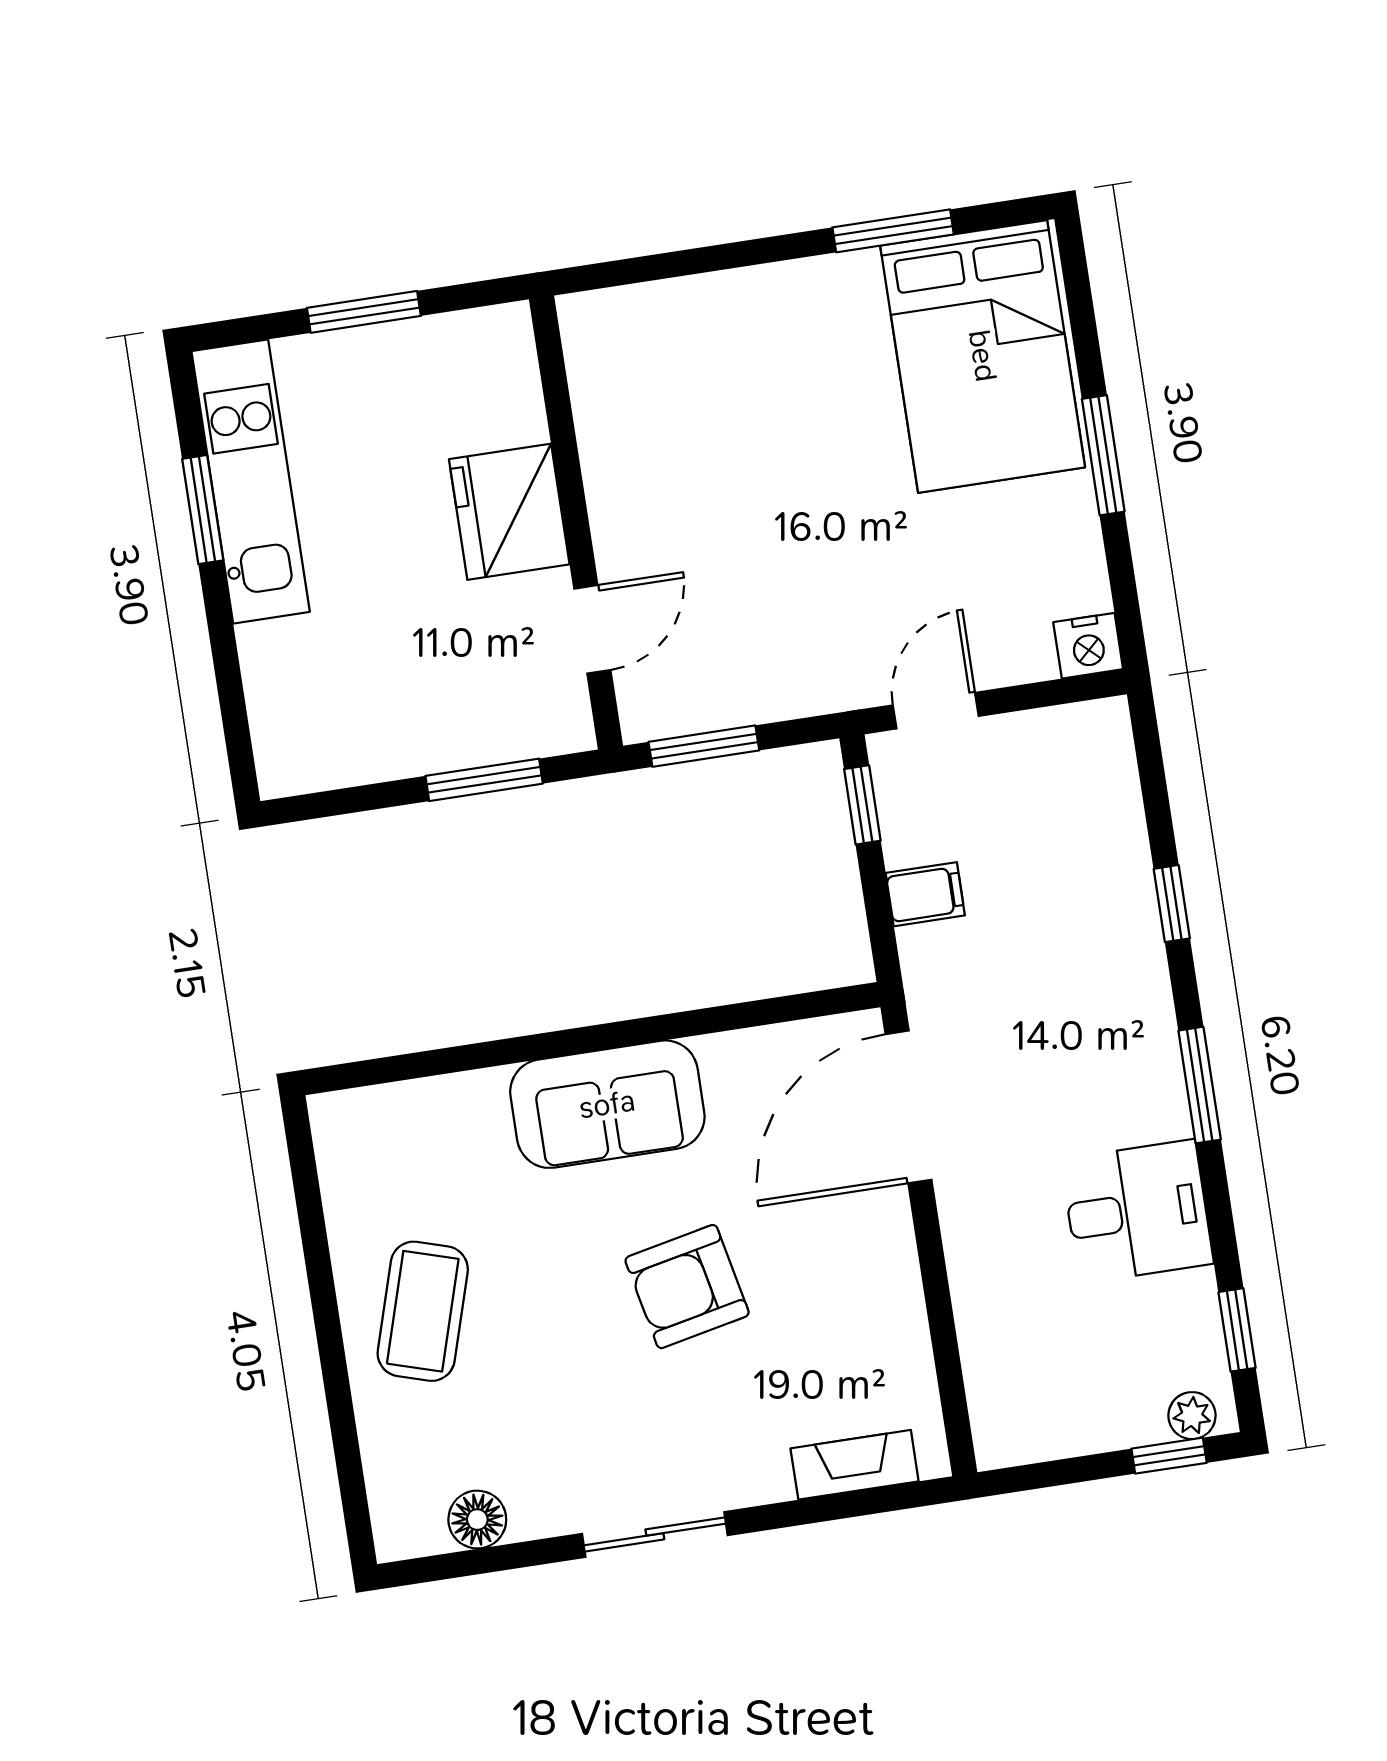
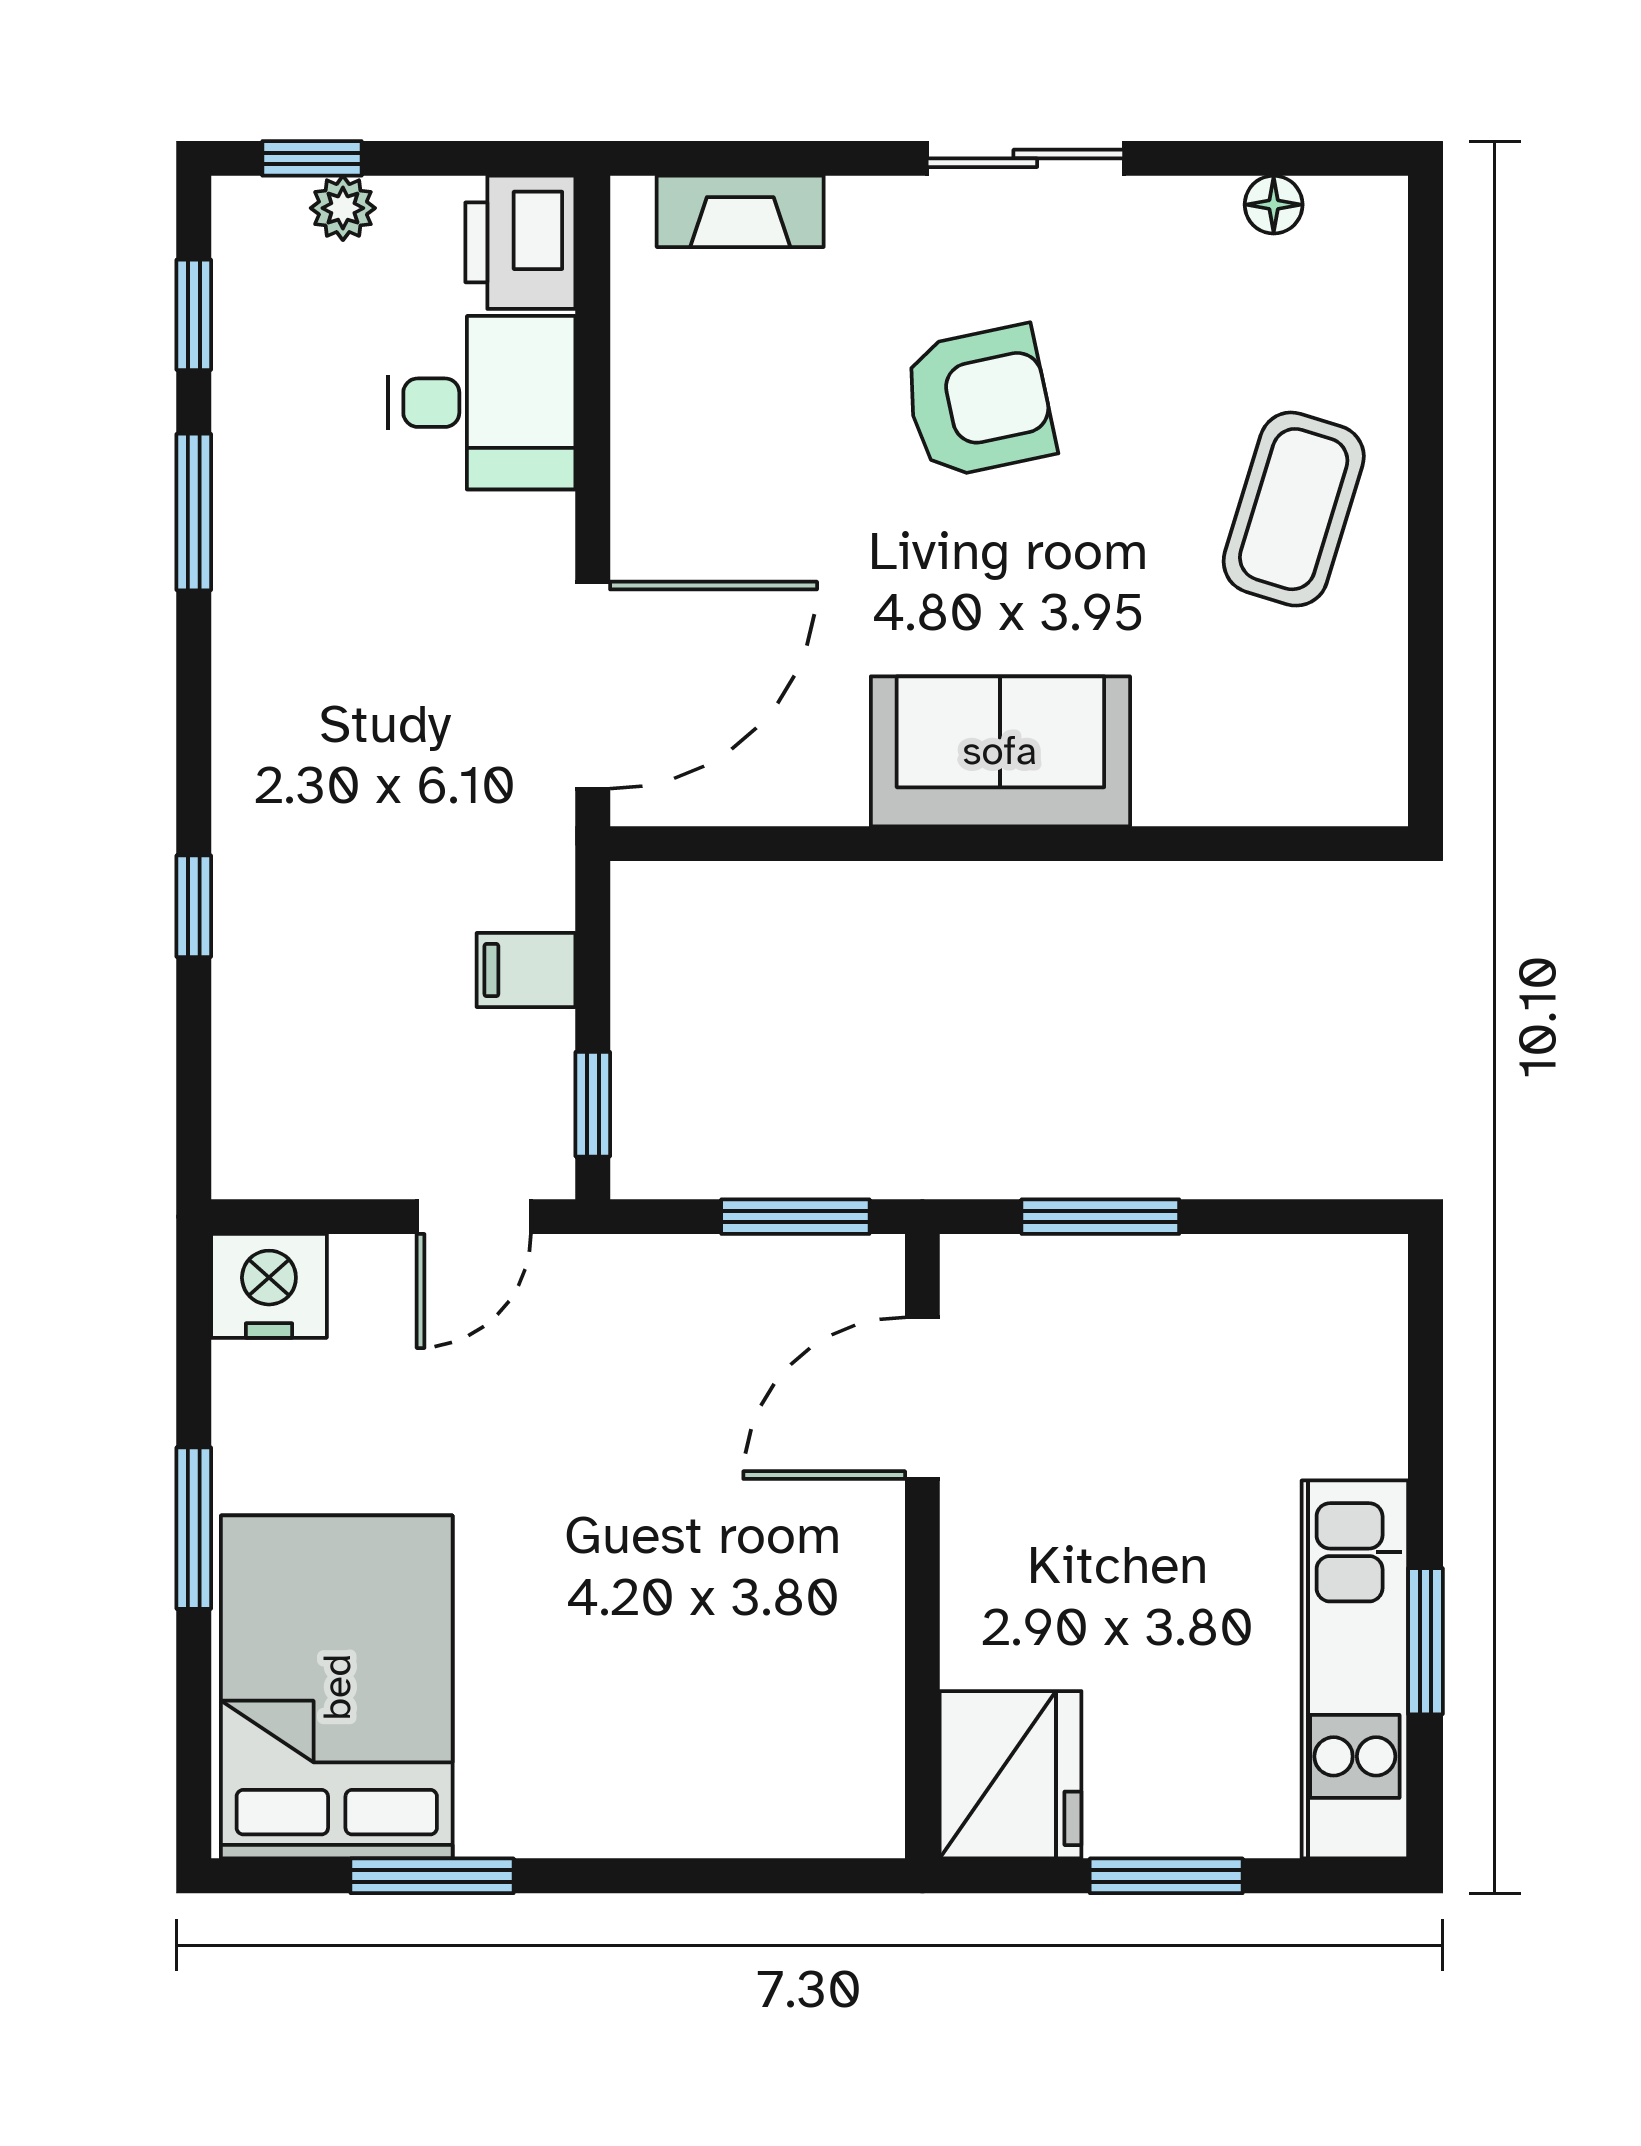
fridge: (509, 512) -> (1011, 1775), moved
door: (592, 629) -> (922, 1398), width x1.38
nightstand: (1088, 646) -> (269, 1286), width x1.36, depth x1.33
window: (1200, 1085) -> (194, 512), moved
desk: (1137, 1212) -> (482, 403), moved, turned 180
armchair: (687, 1287) -> (979, 402), moved
plant: (1192, 1416) -> (343, 208), moved
printer: (1010, 1418) -> (520, 242), added
floor lamp: (477, 1520) -> (1274, 205), width x0.73, depth x0.73

